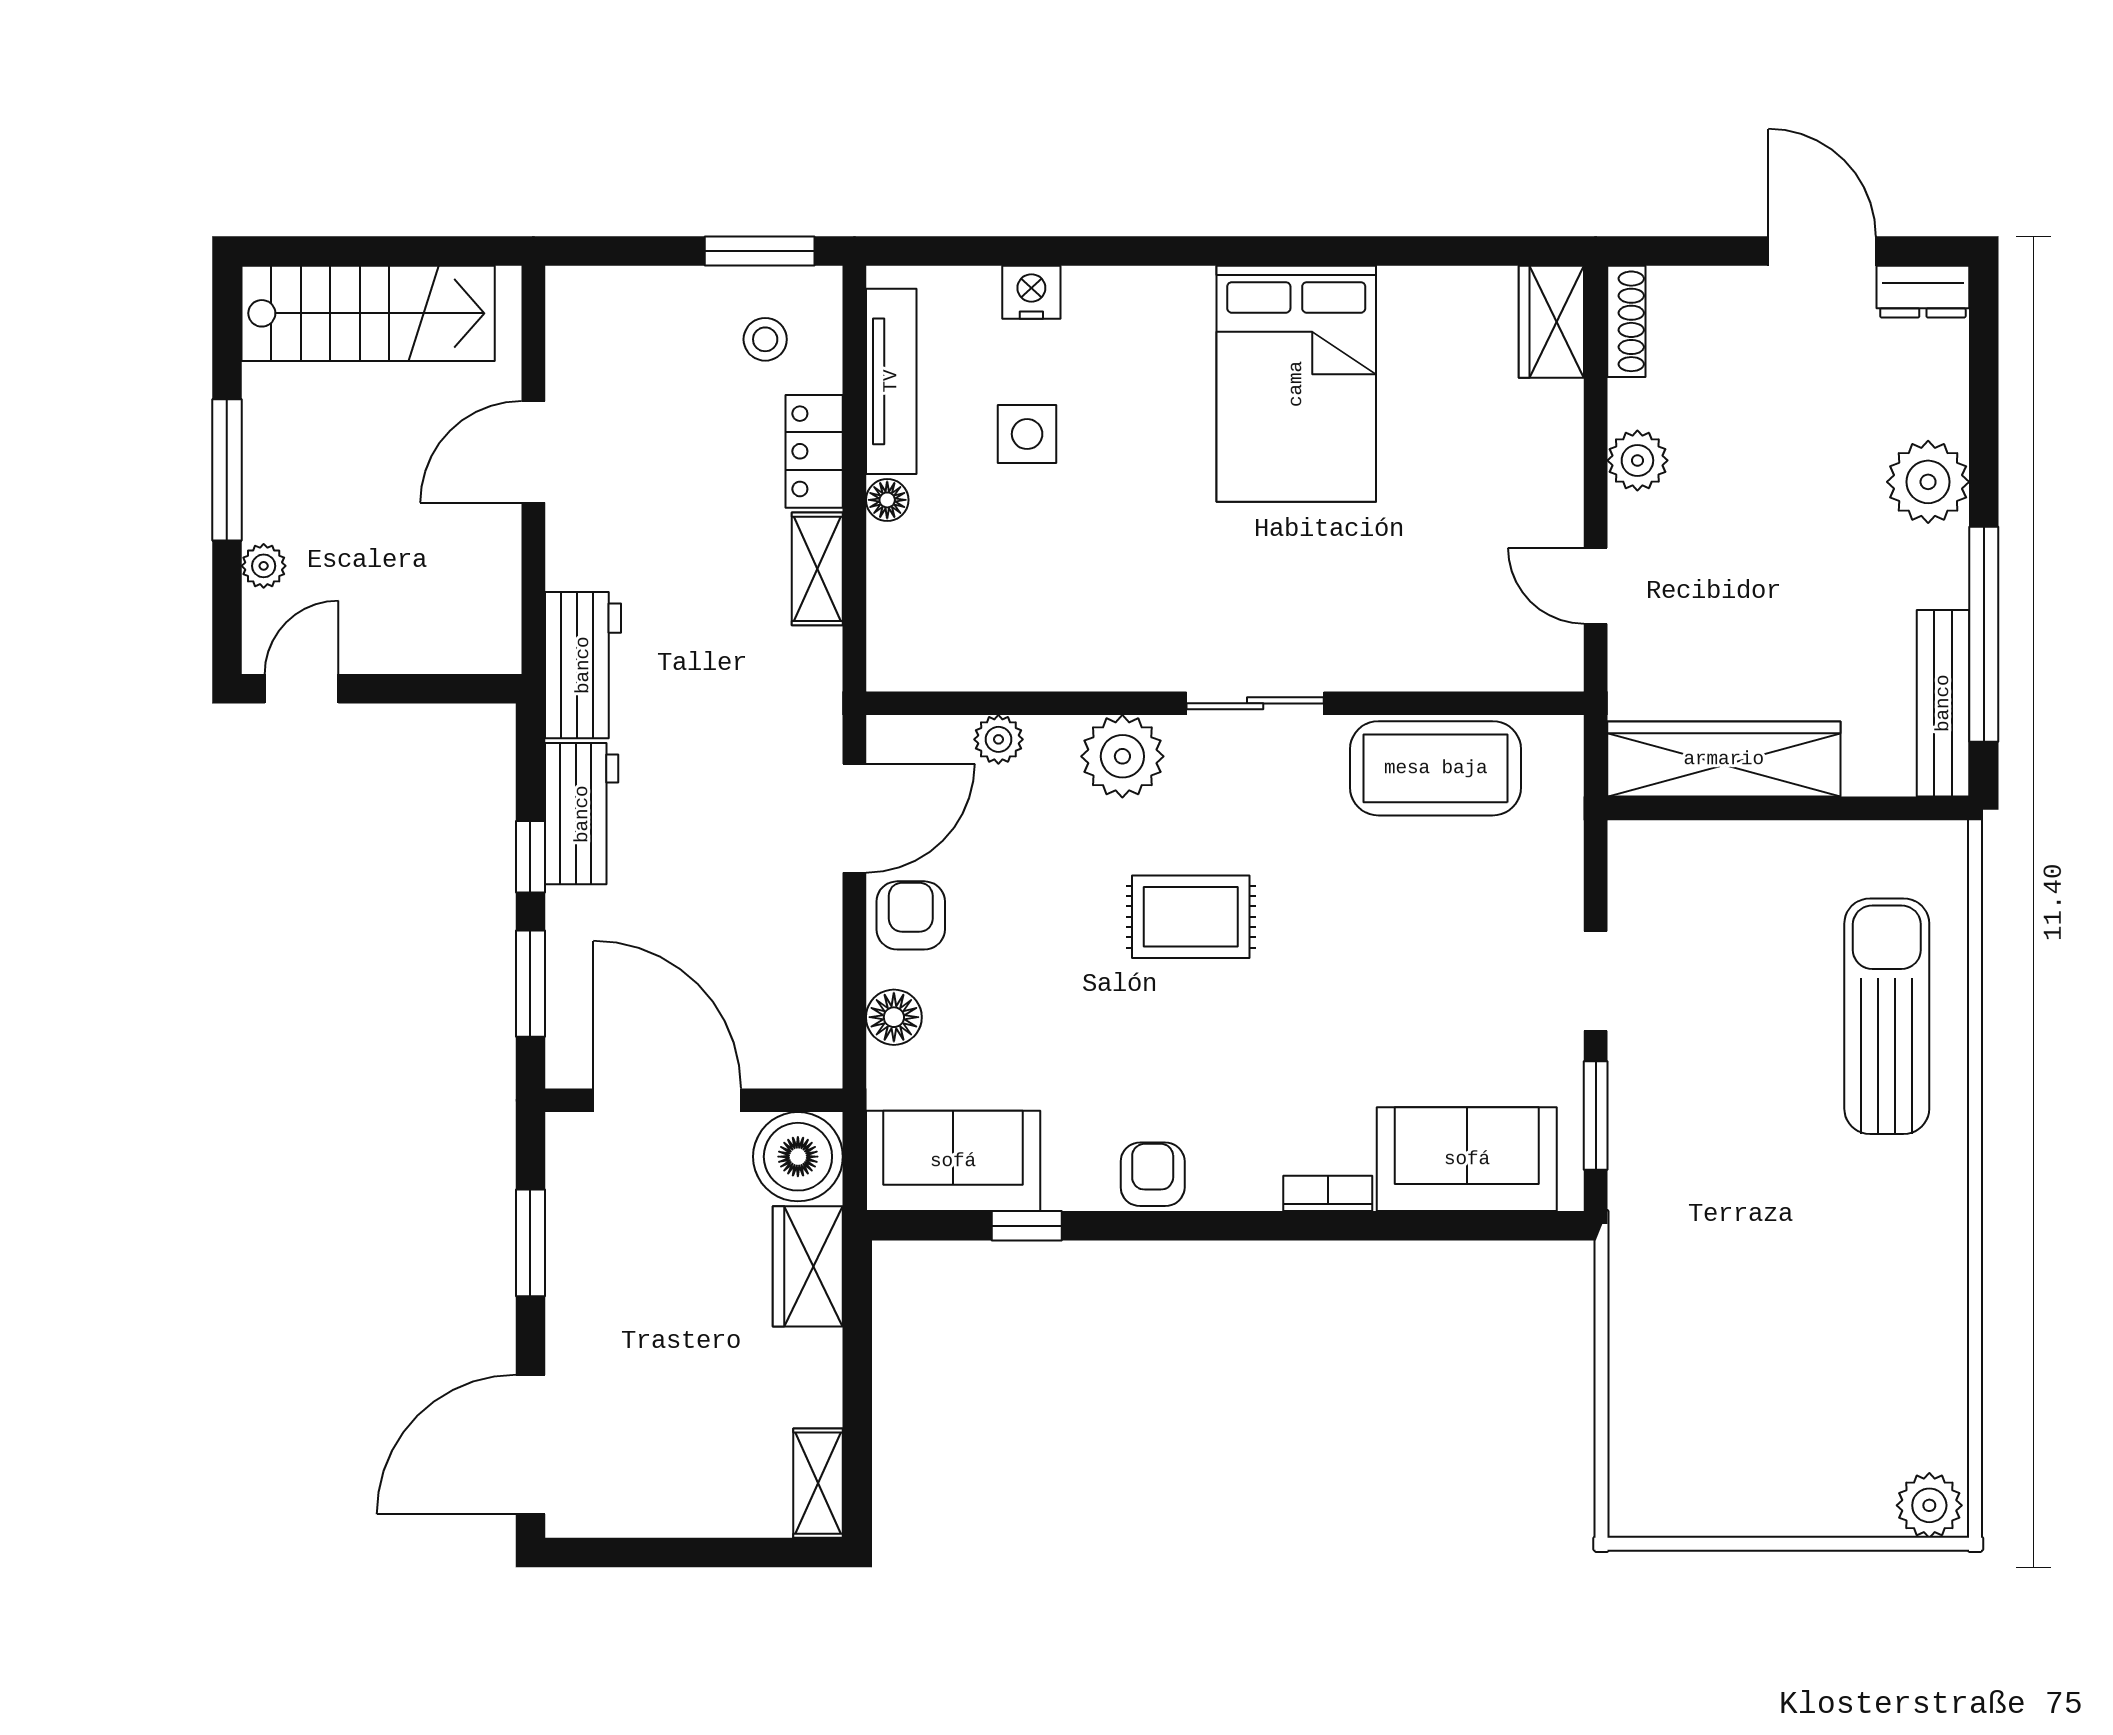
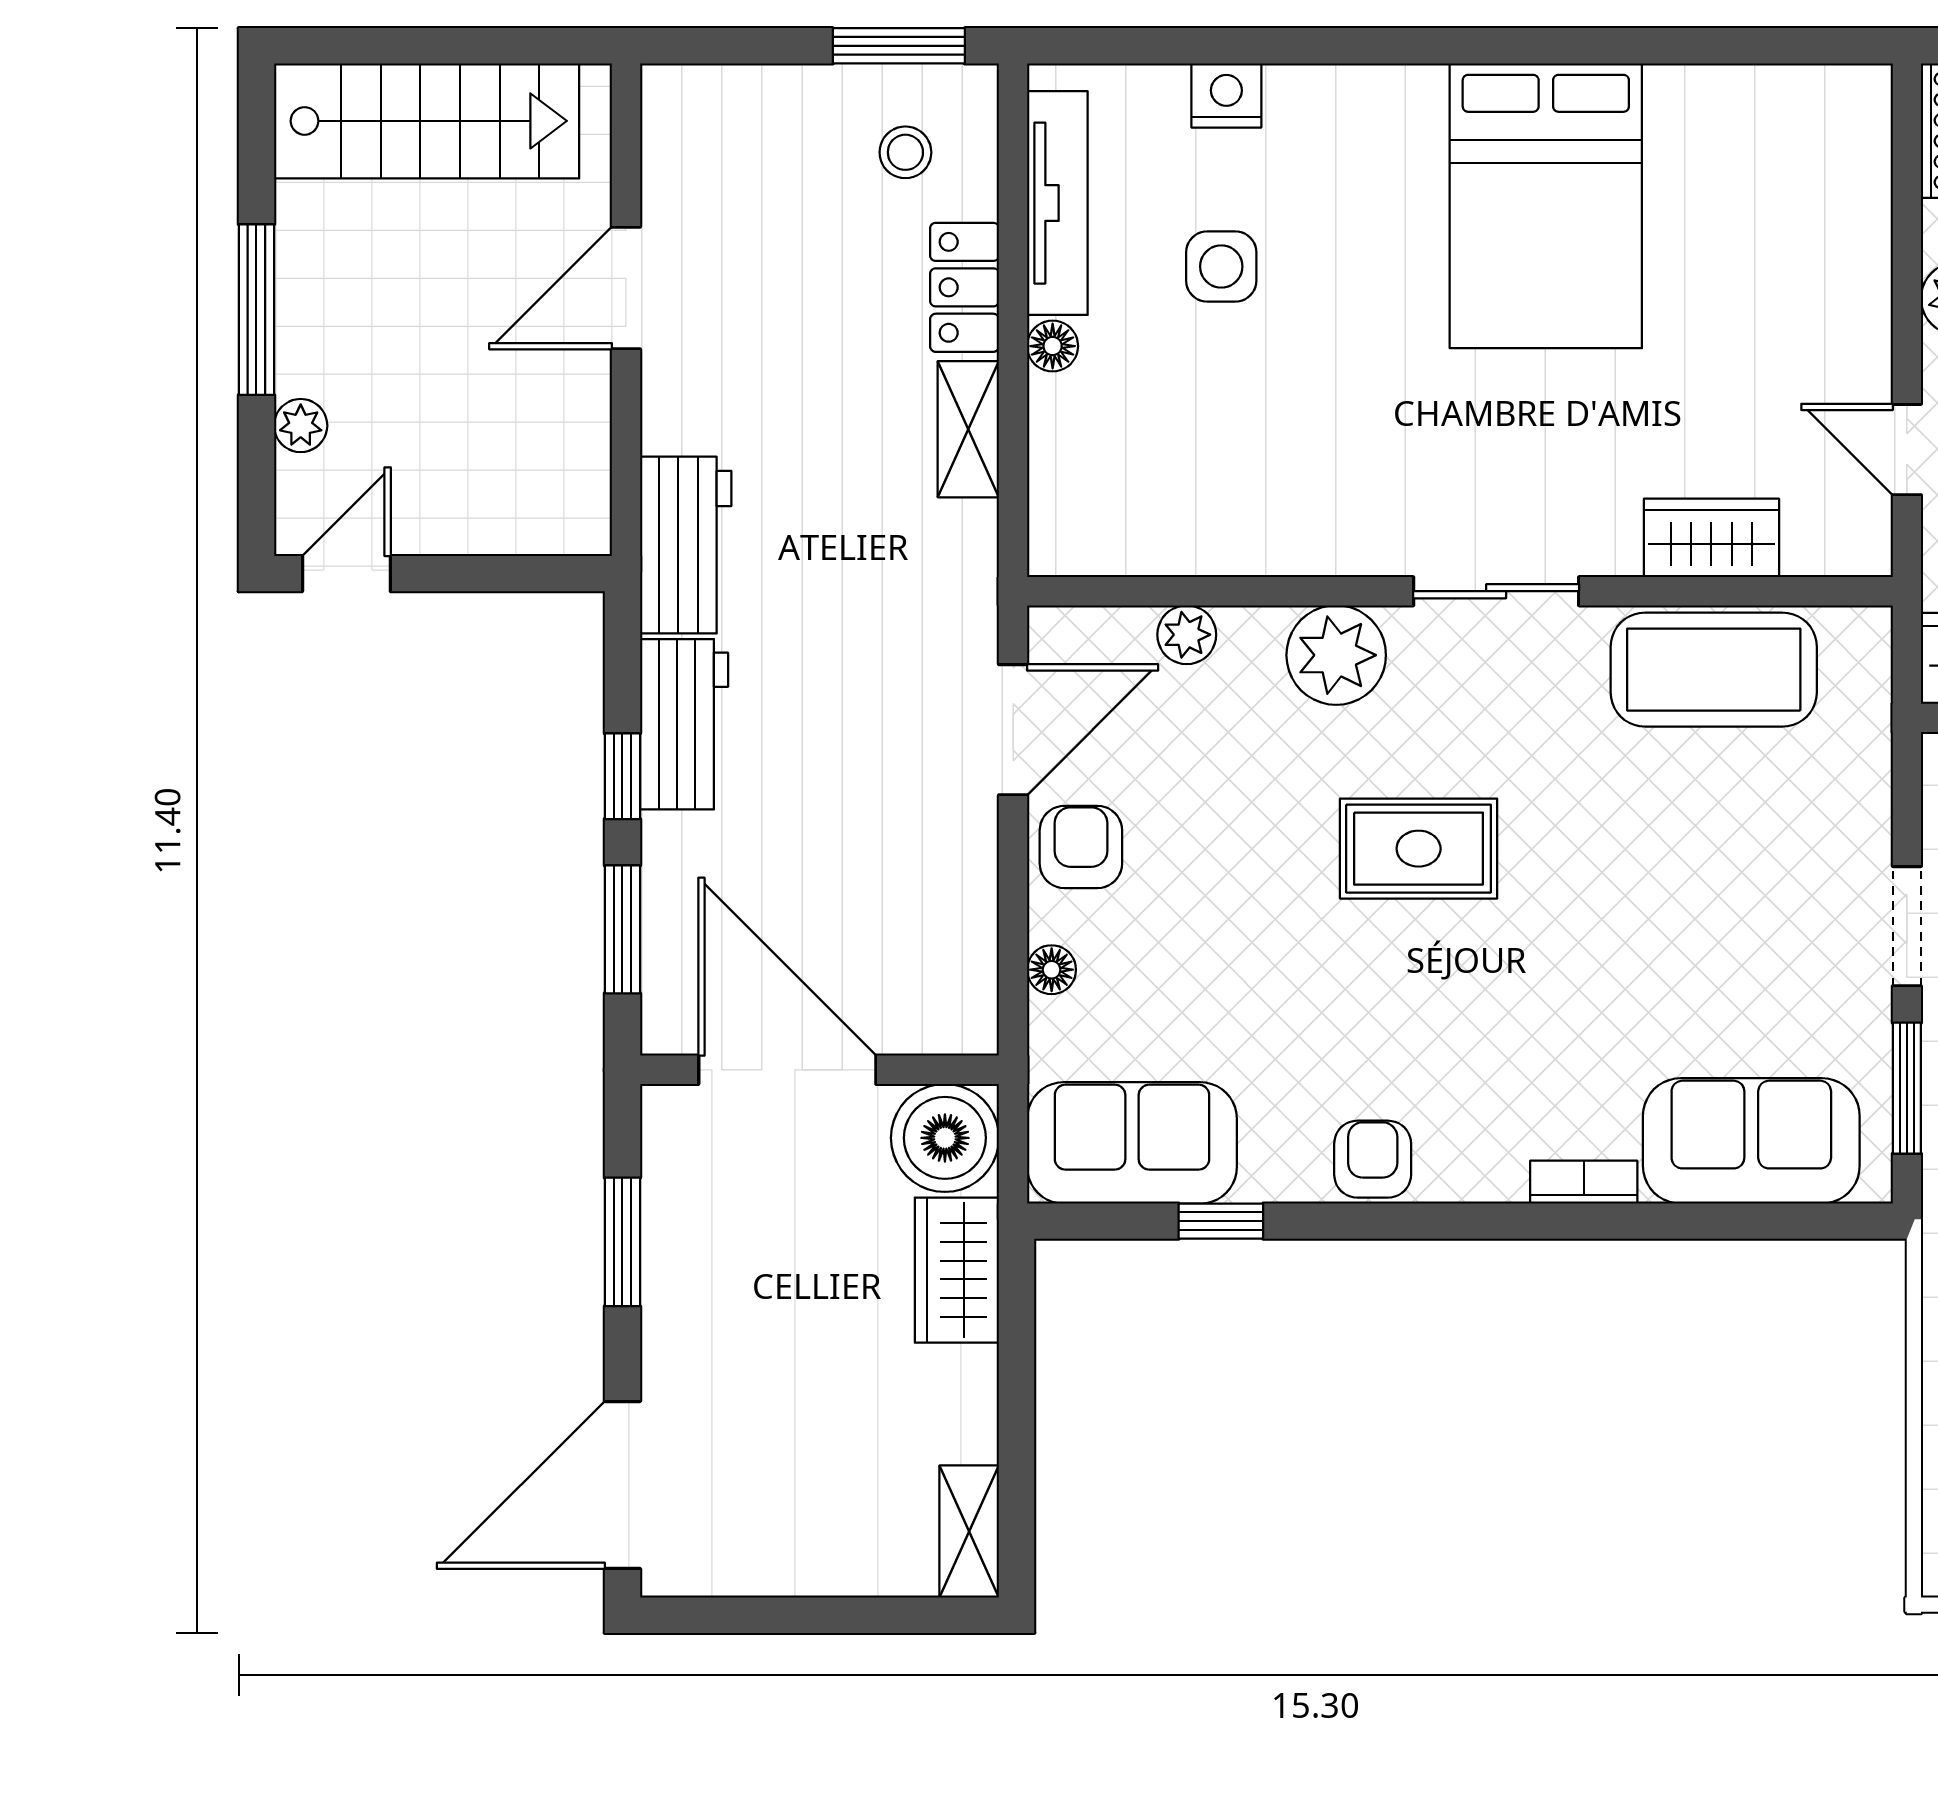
wardrobe: (1551, 322) -> (1711, 538), moved, turned 90
floor lamp: (894, 1017) -> (1052, 970), width x0.73, depth x0.73

